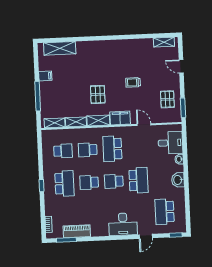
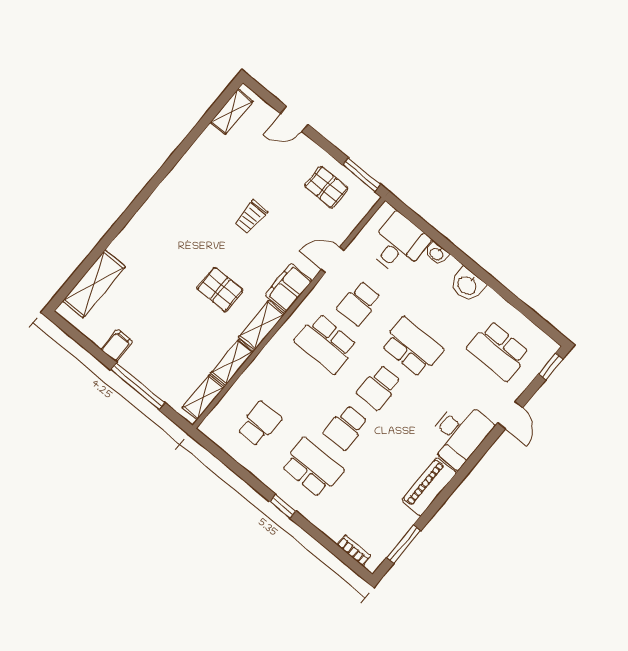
school desk: (88, 150) -> (359, 303), moved
piano: (77, 231) -> (429, 487), moved

